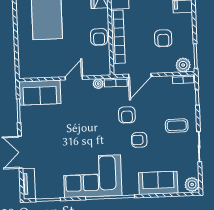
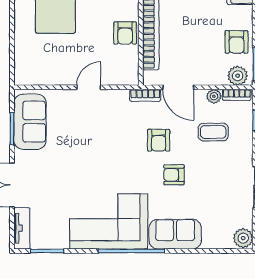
armchair: (163, 38) -> (237, 42), moved
door: (140, 75) -> (178, 87), hinge flipped
plant: (98, 84) -> (214, 96), moved
sofa: (40, 93) -> (30, 122), moved, turned -90
coffee table: (177, 126) -> (213, 132), moved
sofa: (158, 183) -> (175, 234), moved

